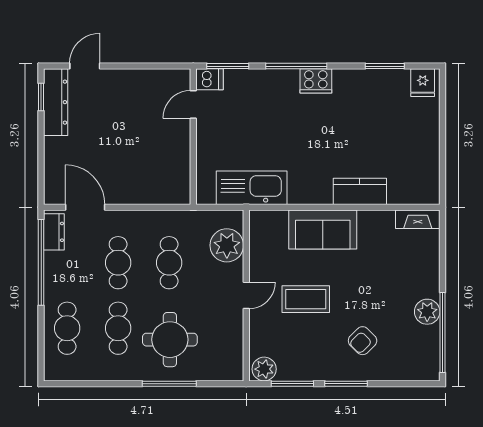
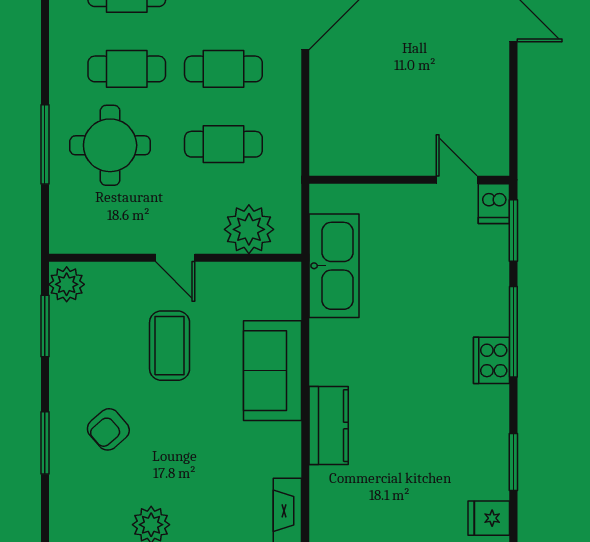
armchair: (363, 341) -> (108, 429), turned -86
window: (346, 384) -> (45, 443), moved

